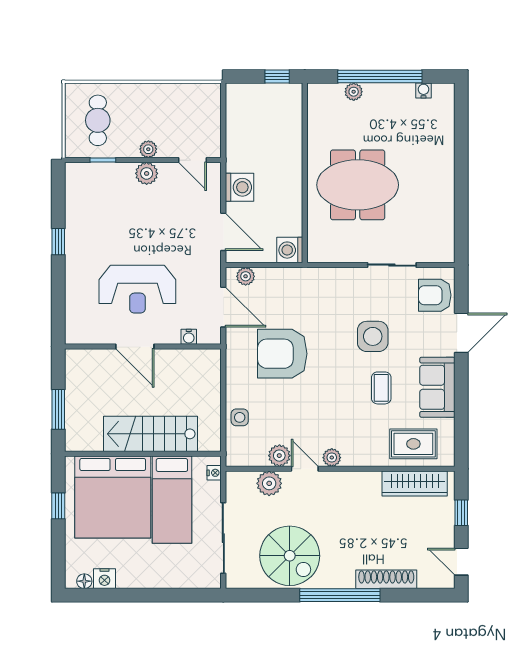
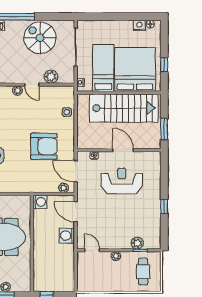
plant: (147, 173) -> (137, 243), moved
window: (58, 409) -> (164, 129), moved
stairs: (151, 434) -> (124, 108), width x1.36, depth x1.51
plant: (279, 456) -> (46, 92), removed

